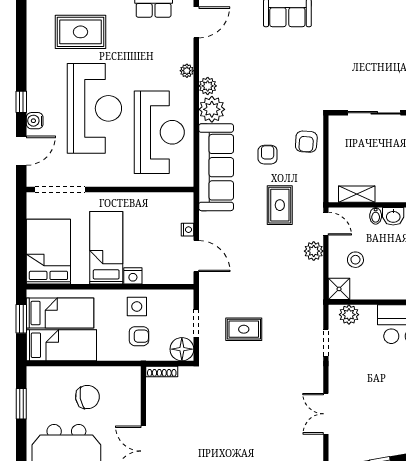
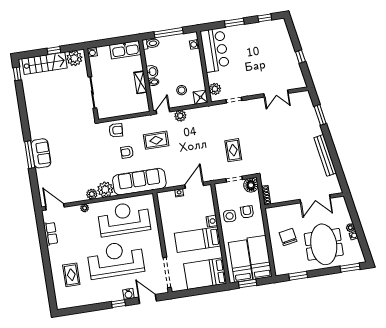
rug: (80, 32) -> (71, 275), width x0.73, depth x0.70
shelving: (357, 194) -> (140, 82), moved

